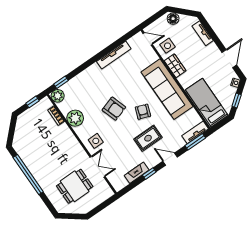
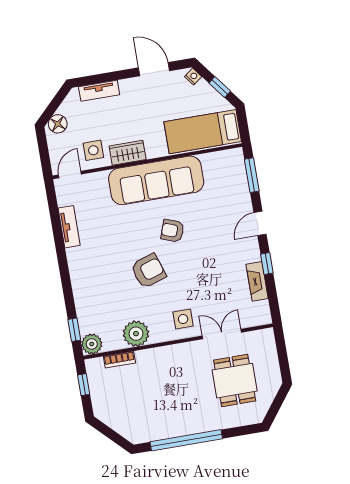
tv unit: (114, 55) -> (69, 227), width x0.71
tv unit: (195, 132) -> (238, 169), removed
rug: (148, 138) -> (215, 241), removed

